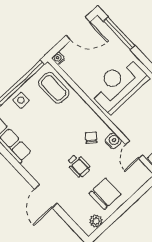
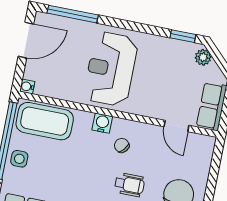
coffee table: (54, 88) -> (45, 121), width x1.36, depth x1.32
water cooler: (113, 141) -> (102, 123), moved

